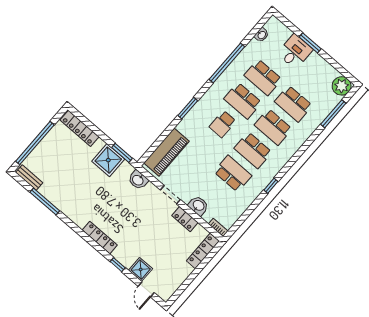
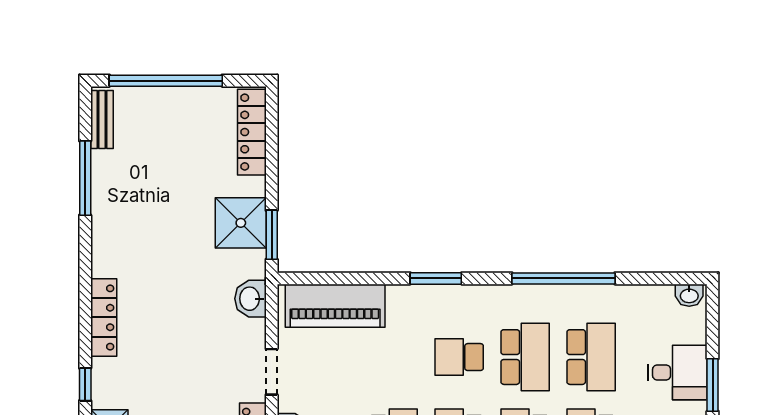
washbasin: (262, 35) -> (689, 295), moved
school desk: (263, 77) -> (591, 357), turned 180
school desk: (243, 101) -> (525, 357), turned 180

